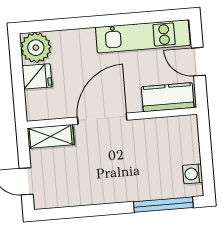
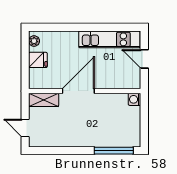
plant: (36, 48) -> (34, 41), width x0.53, depth x0.53
kitchen counter: (168, 97) -> (122, 81), removed
washing machine: (193, 174) -> (135, 99), moved

